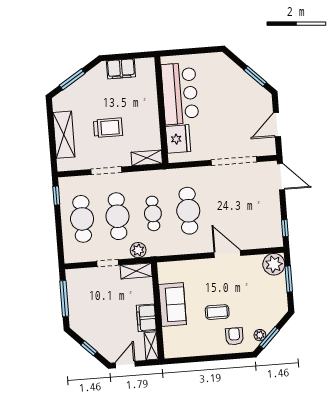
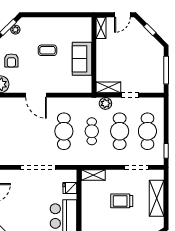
fridge: (178, 139) -> (70, 188), width x0.53, depth x0.75
doorway: (234, 161) -> (38, 167), moved
doorway: (106, 171) -> (137, 167), moved
filing cabinet: (146, 318) -> (103, 50), removed
armchair: (234, 336) -> (11, 60), moved

